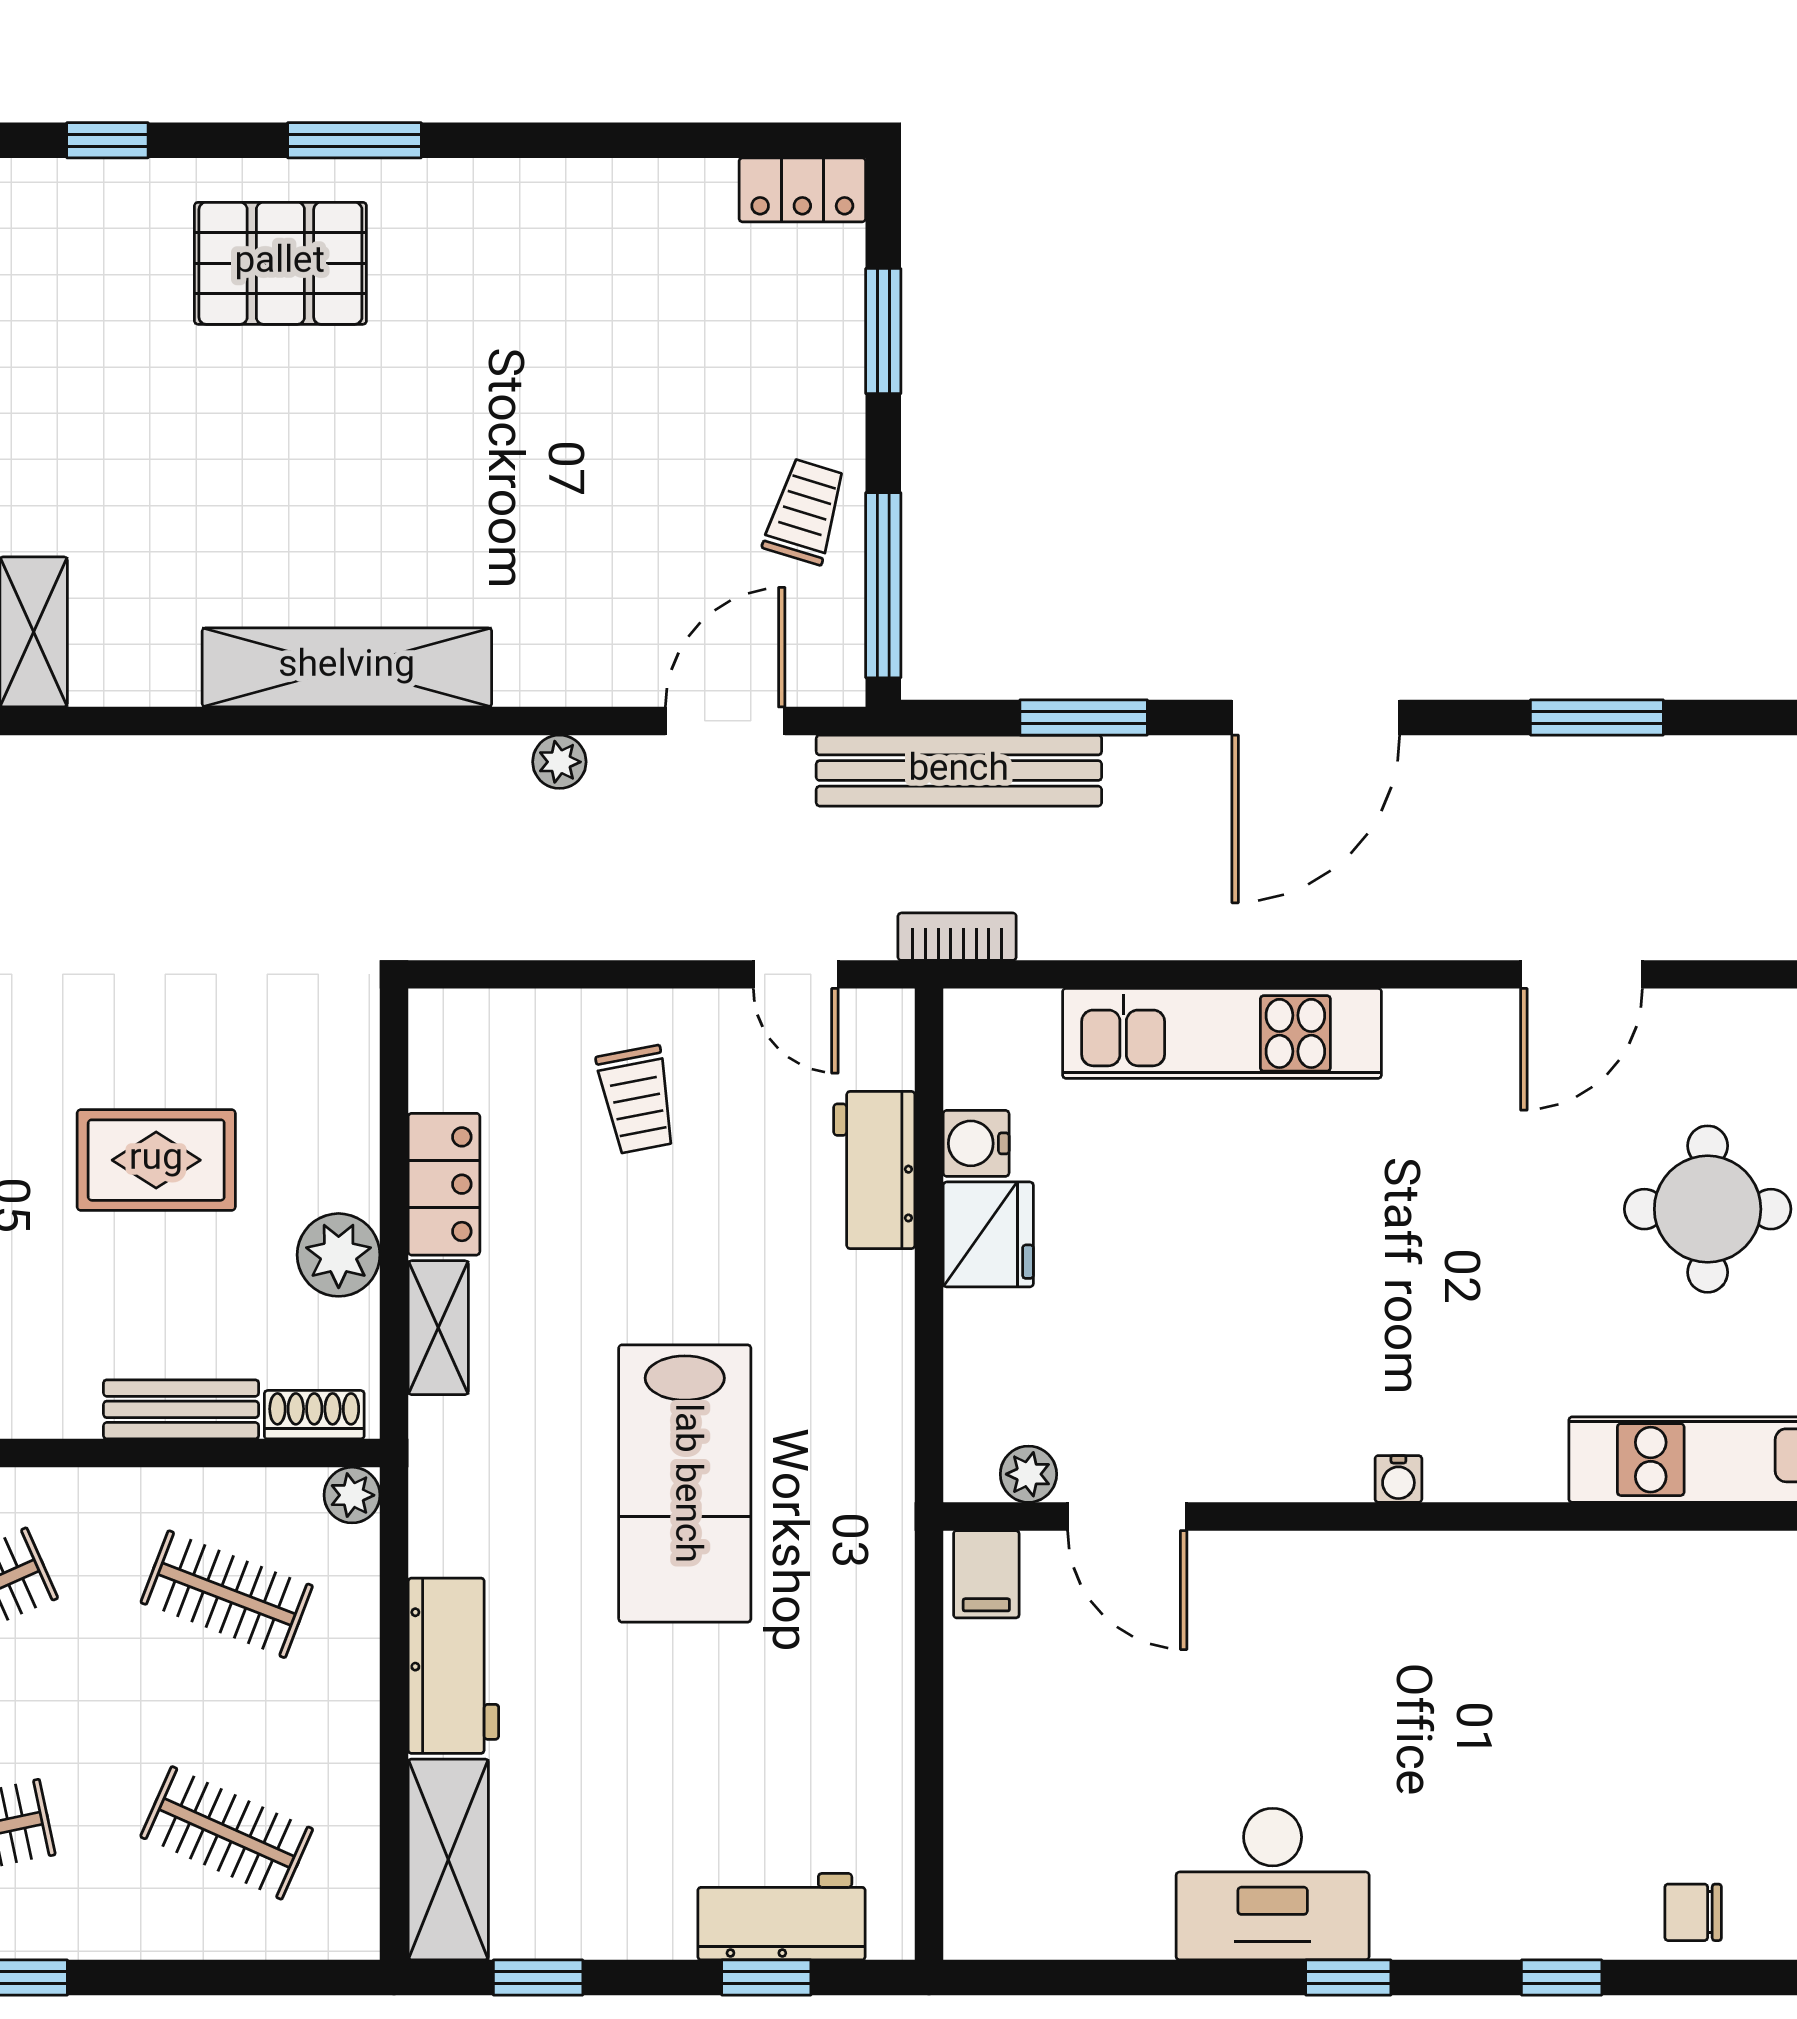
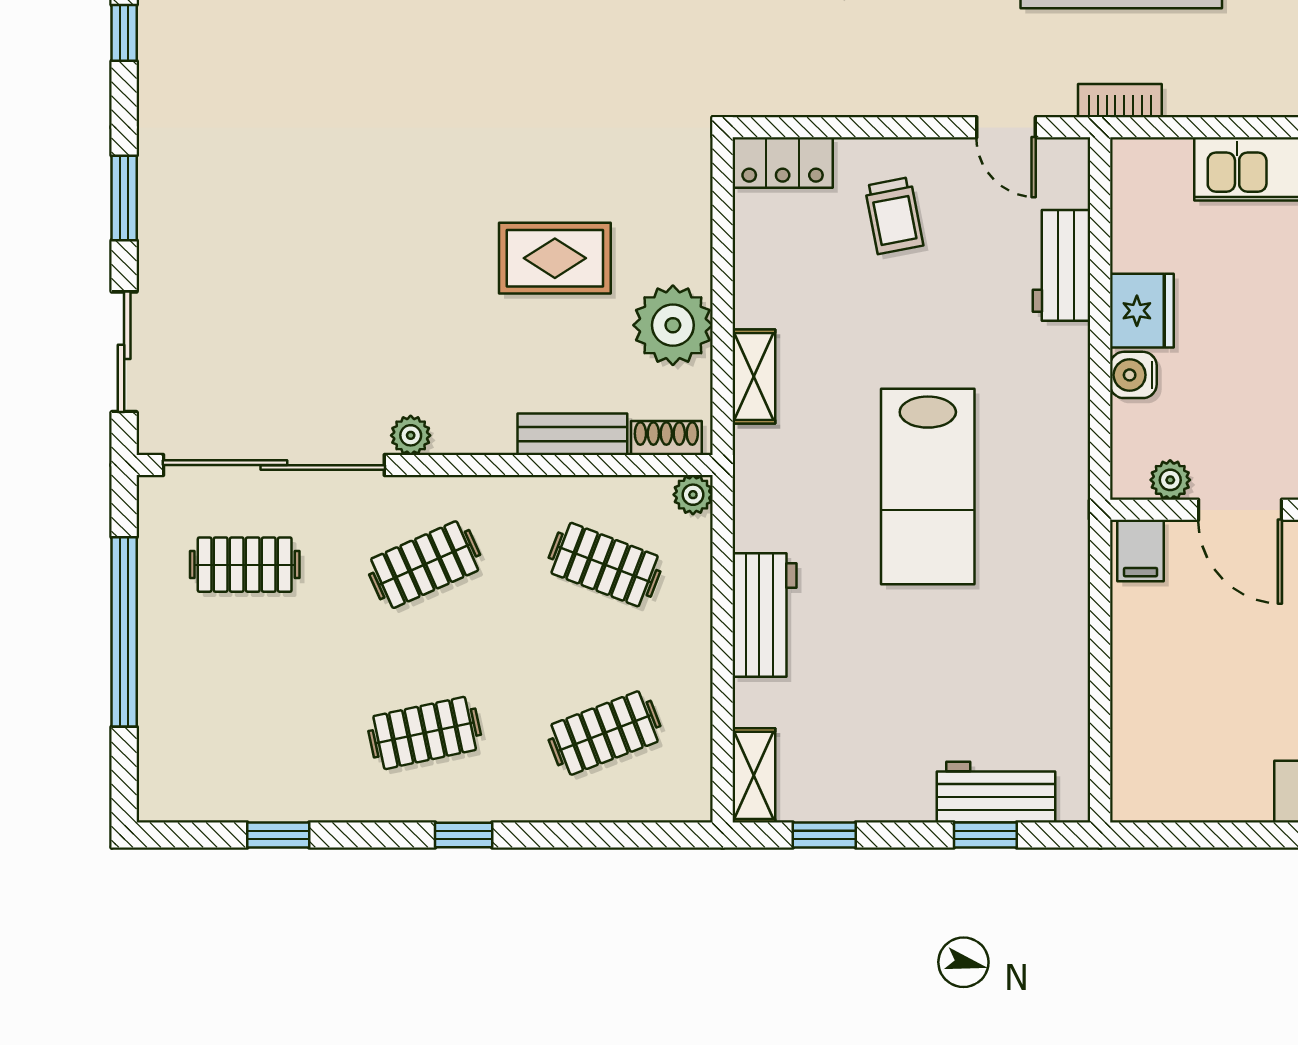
water cooler: (976, 1143) -> (1133, 375), moved
locker: (444, 1184) -> (783, 162), moved, turned 90
plant: (339, 1255) -> (673, 325), width x1.36, depth x1.36
clothes rail: (227, 1833) -> (605, 733), turned -45
shelving: (448, 1859) -> (754, 775), width x0.67, depth x0.75

